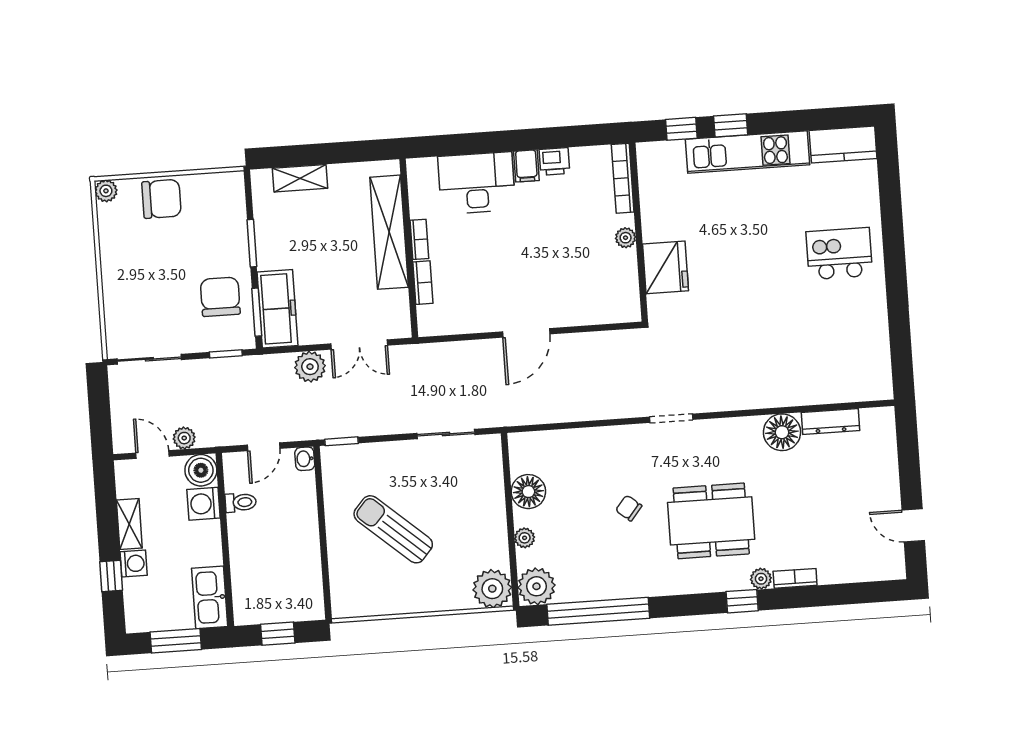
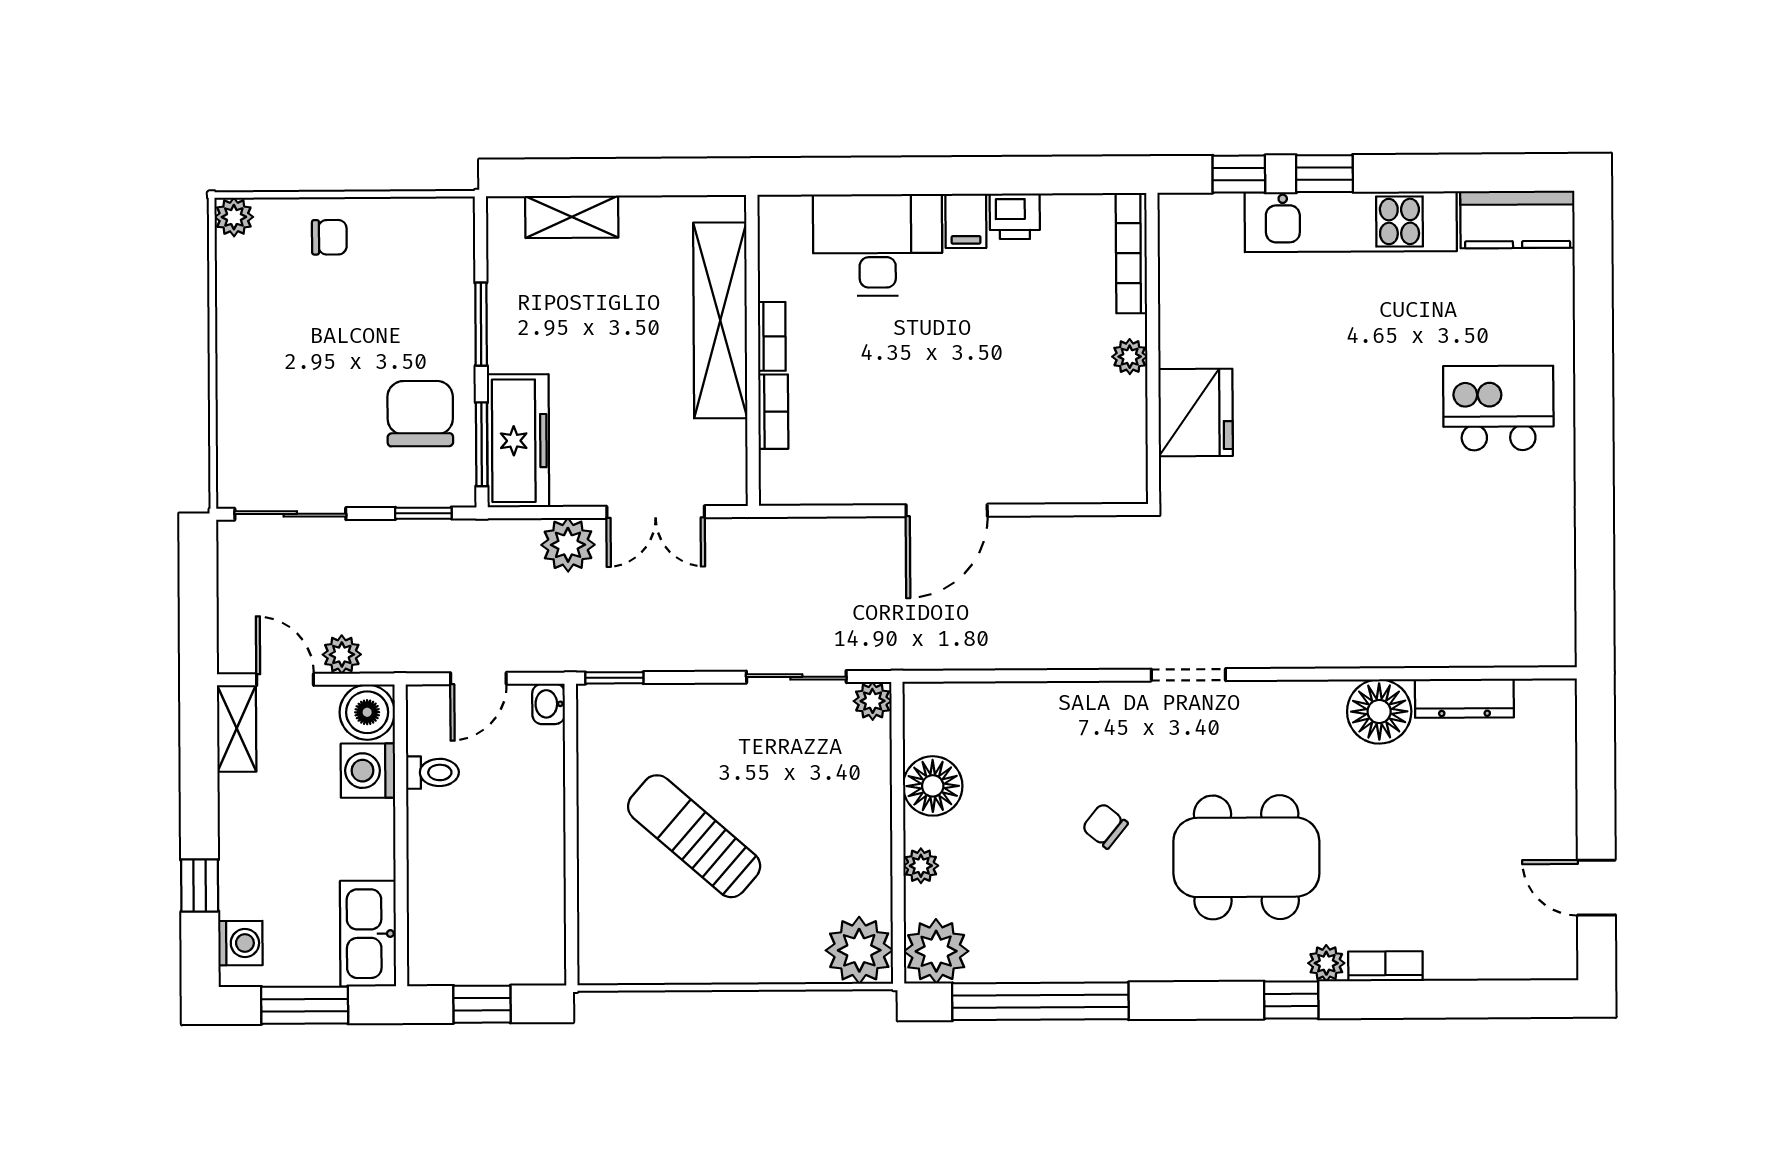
chair: (162, 199) -> (329, 237), width x0.54, depth x0.54
plant: (491, 445) -> (873, 701), added
shelving: (129, 524) -> (237, 729), moved
washing machine: (134, 564) -> (240, 943), moved

